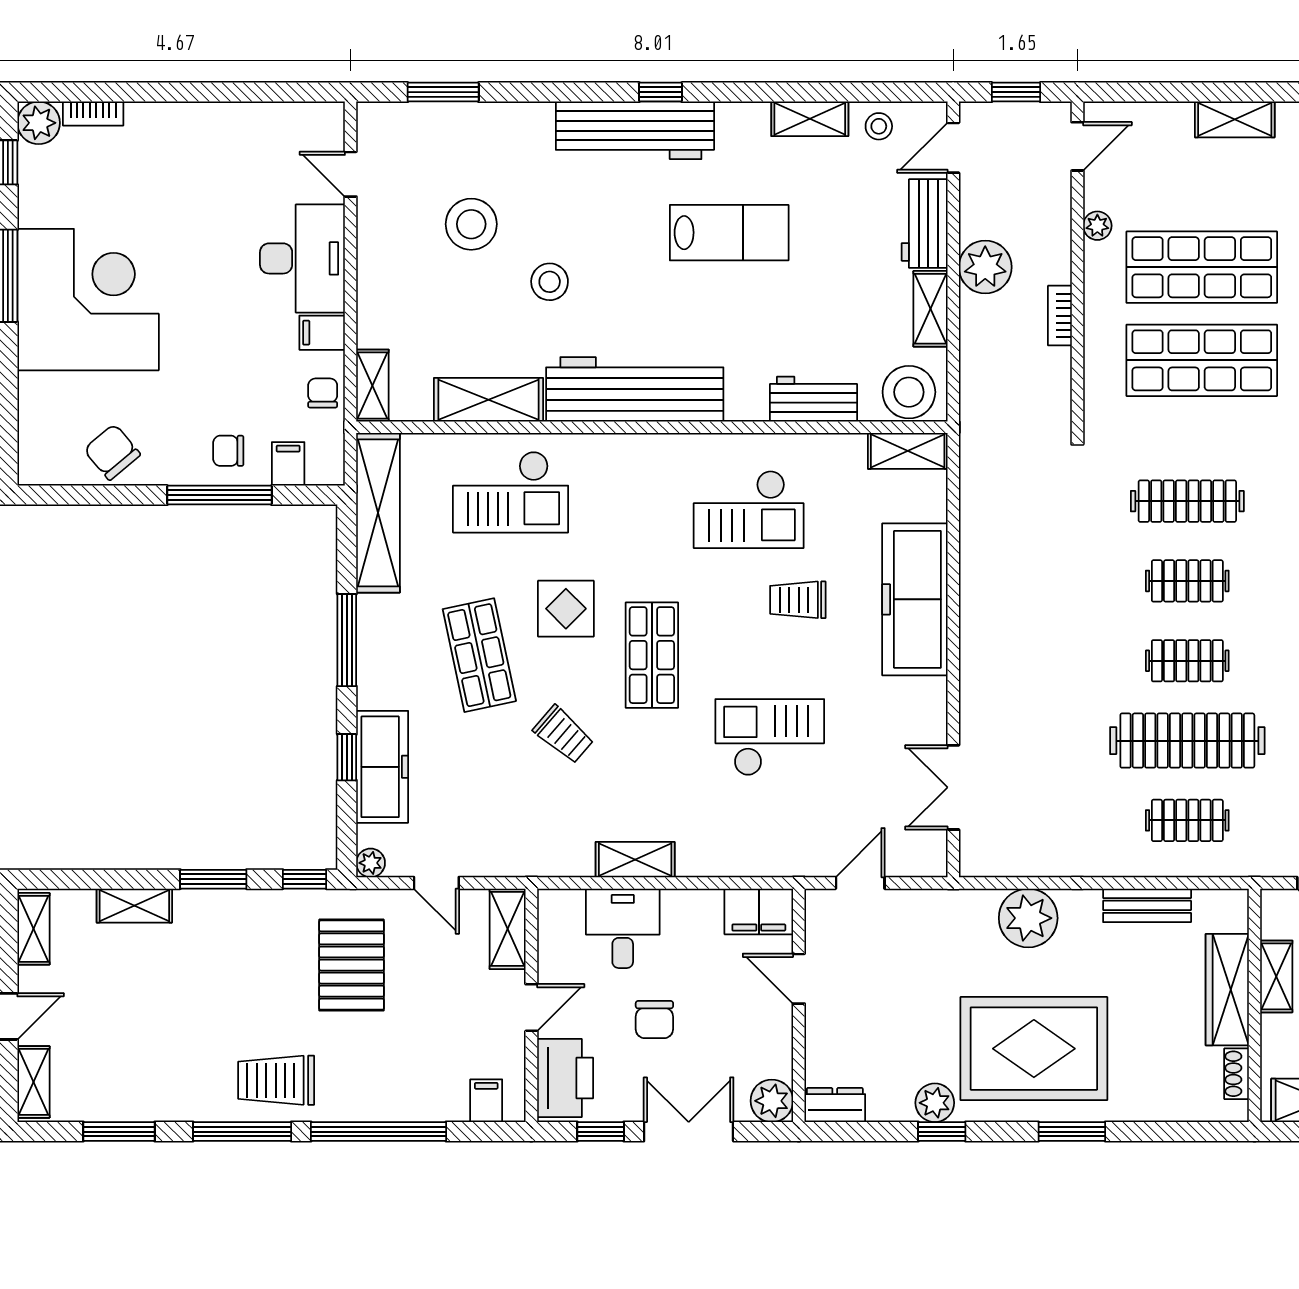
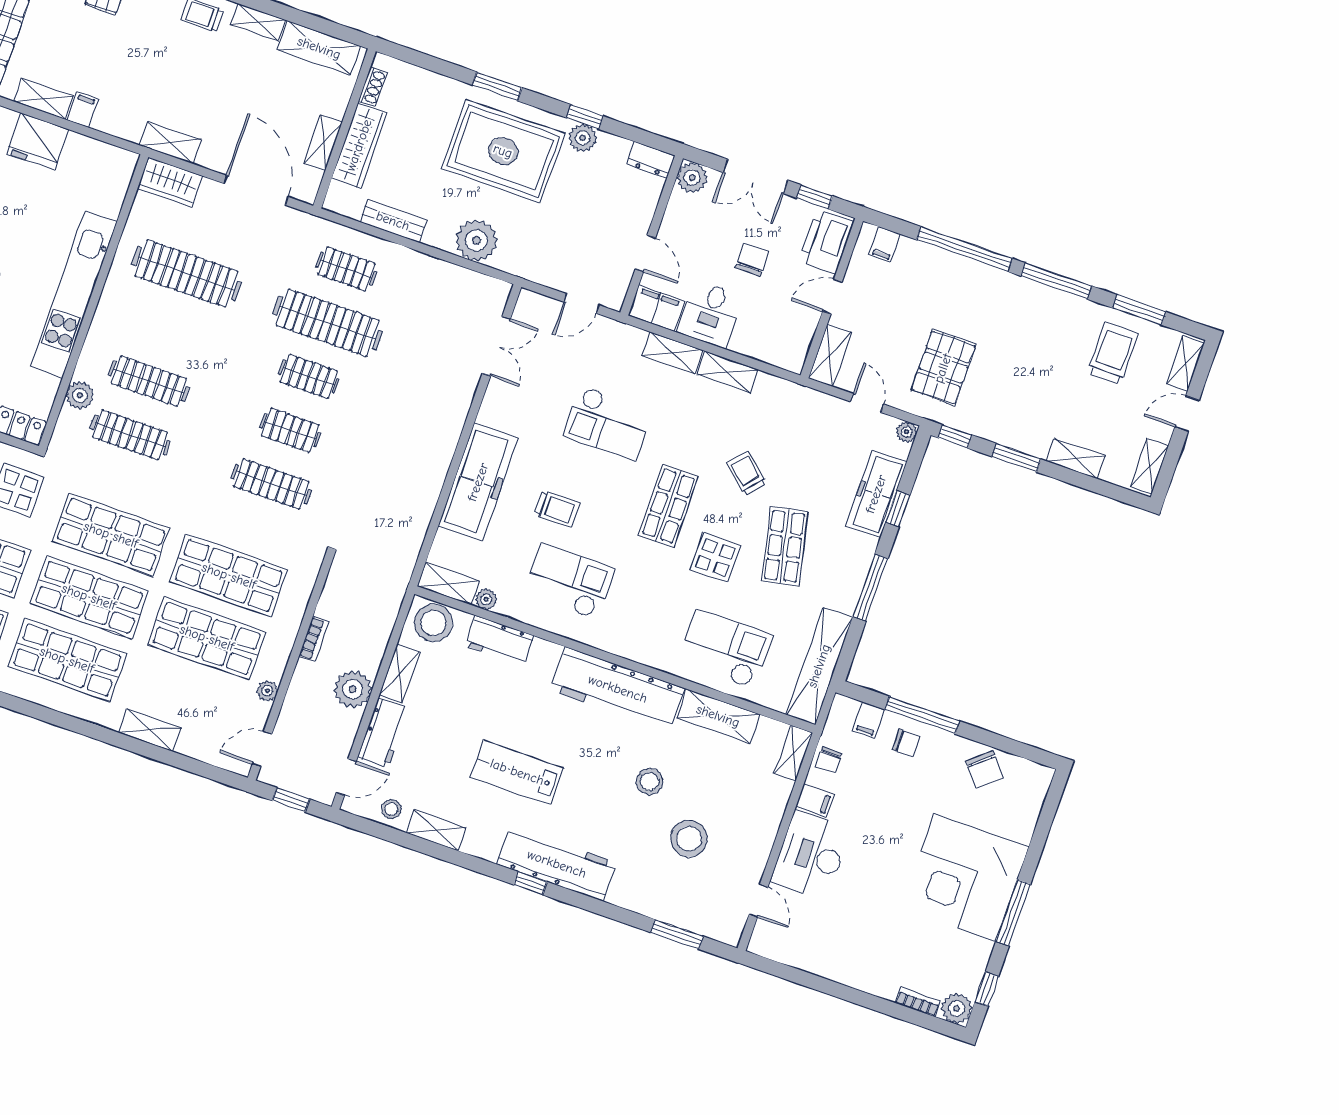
plant: (850, 448) -> (486, 599), added
shelving: (717, 860) -> (672, 353), added
desk: (623, 928) -> (710, 314), moved
trolley: (276, 1080) -> (1113, 353), moved, turned -90

